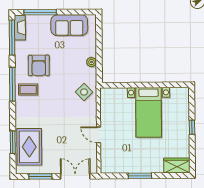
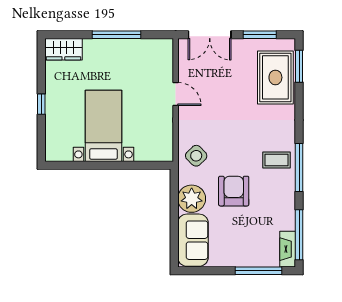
sofa: (69, 25) -> (193, 240), moved, turned 90
plant: (91, 62) -> (192, 199), width x1.87, depth x1.87
armchair: (39, 65) -> (234, 191), moved
window: (13, 142) -> (299, 66), moved
window: (140, 176) -> (117, 35), width x1.44

